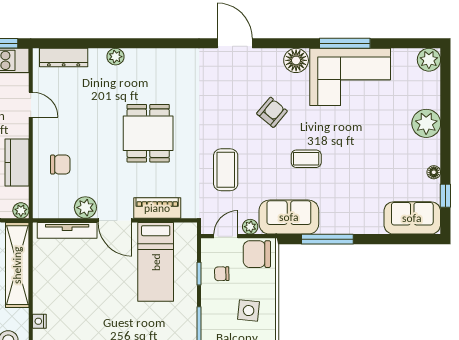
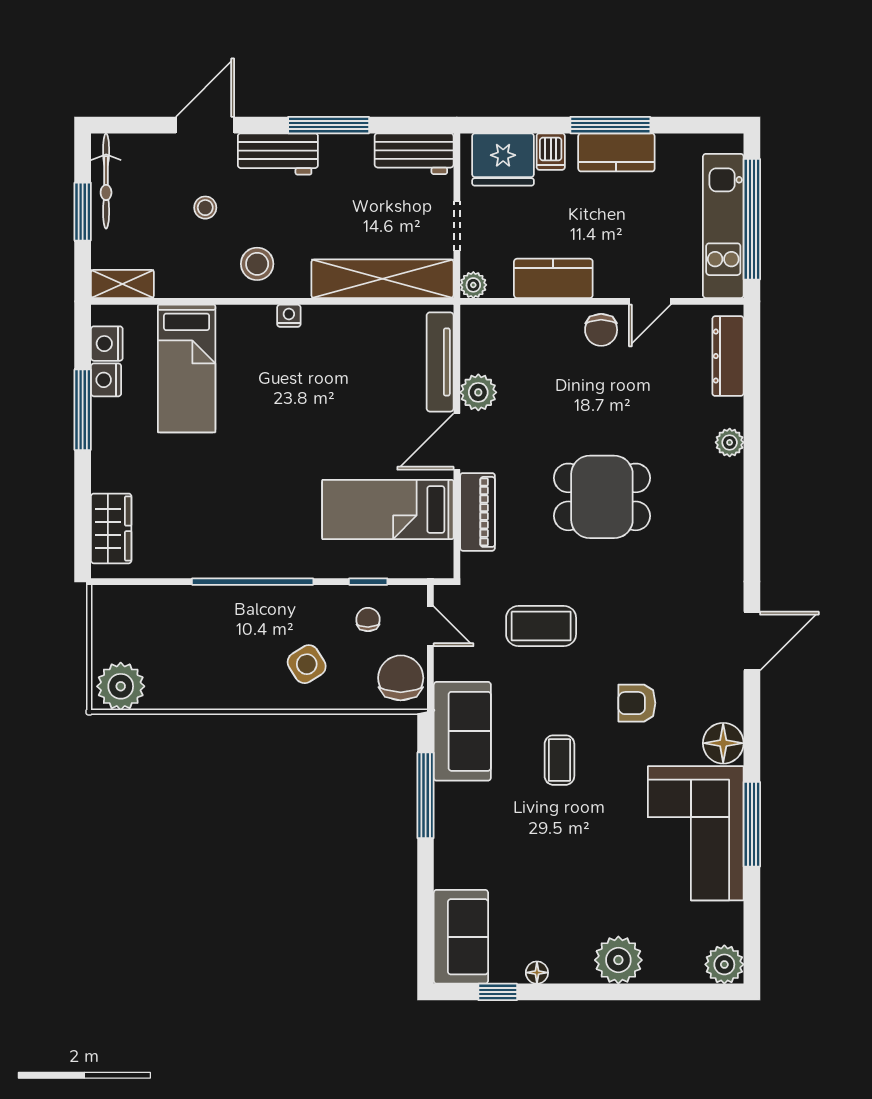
armchair: (272, 112) -> (637, 703), turned 140
chair: (60, 165) -> (601, 330), moved
plant: (250, 227) -> (446, 667), removed
side table: (249, 311) -> (307, 664), turned -38

